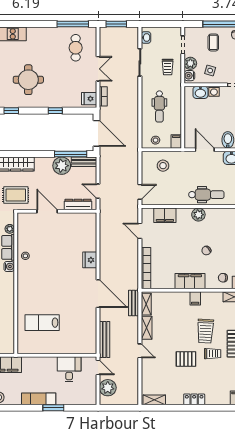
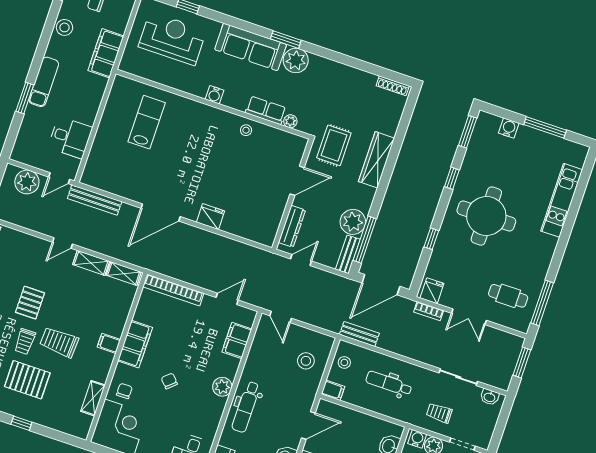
round table: (28, 80) -> (486, 216), width x1.36, depth x1.36
water cooler: (9, 267) -> (215, 95), moved
bench: (134, 303) -> (359, 334), moved

